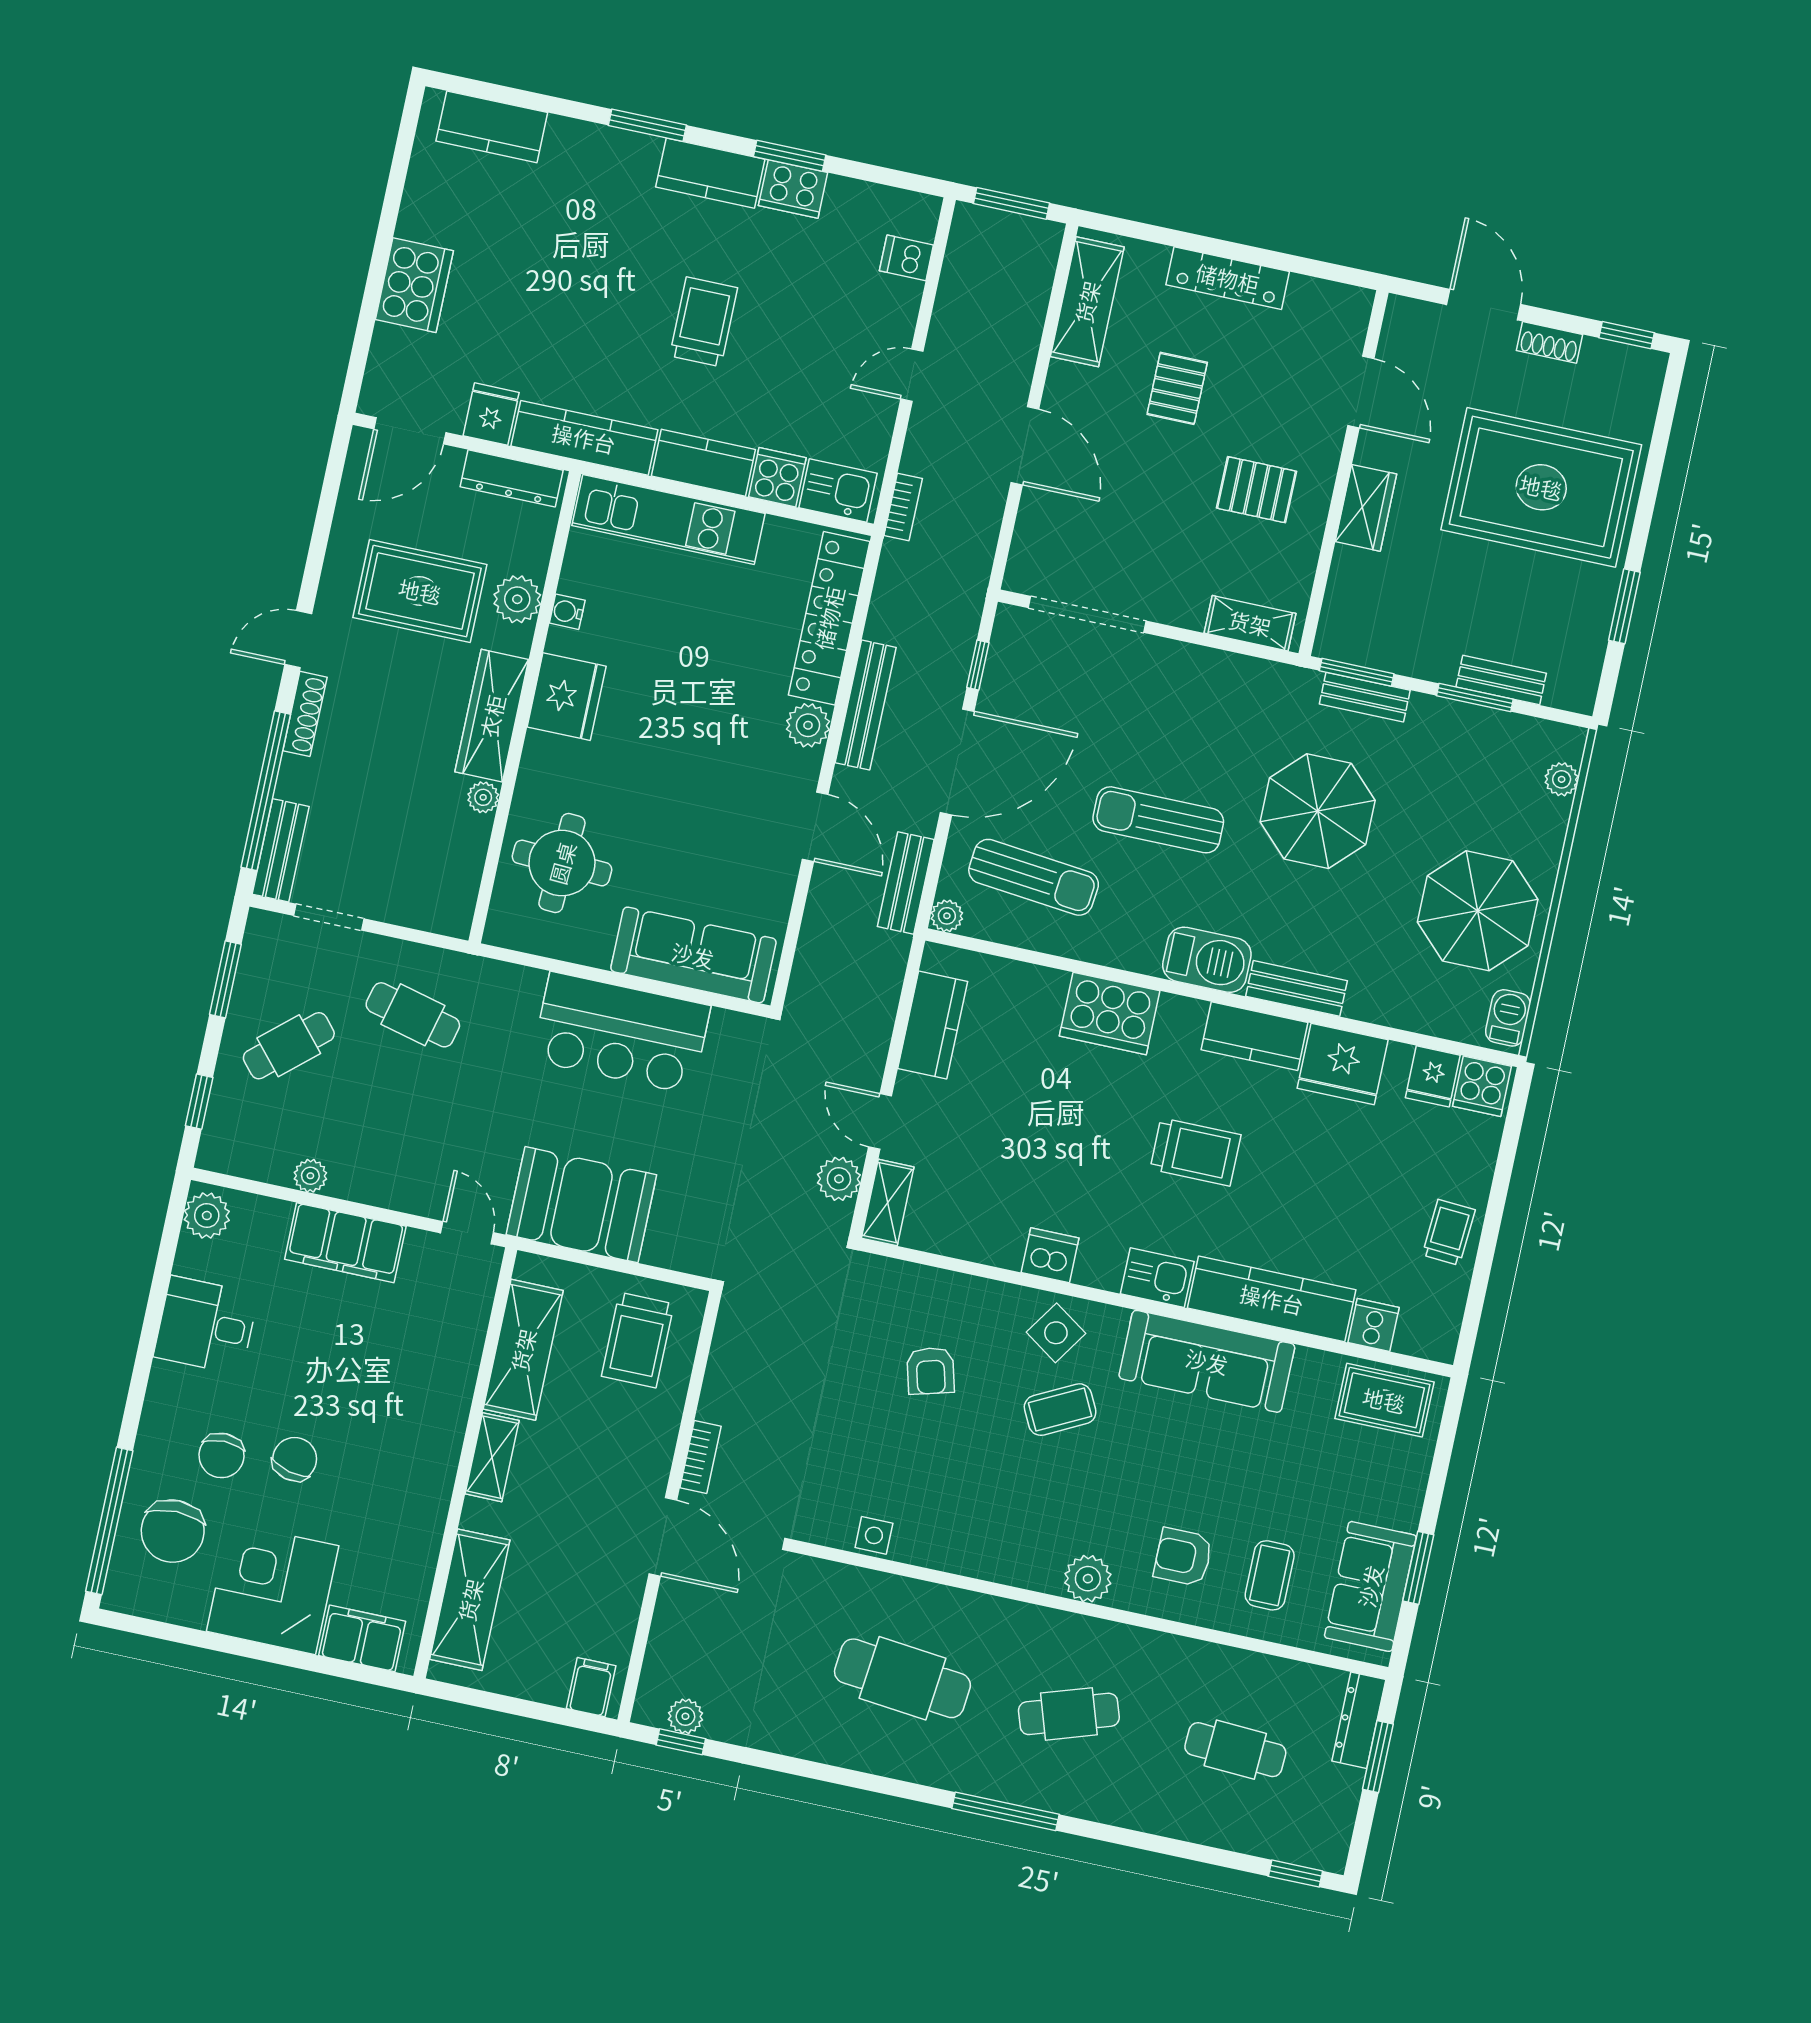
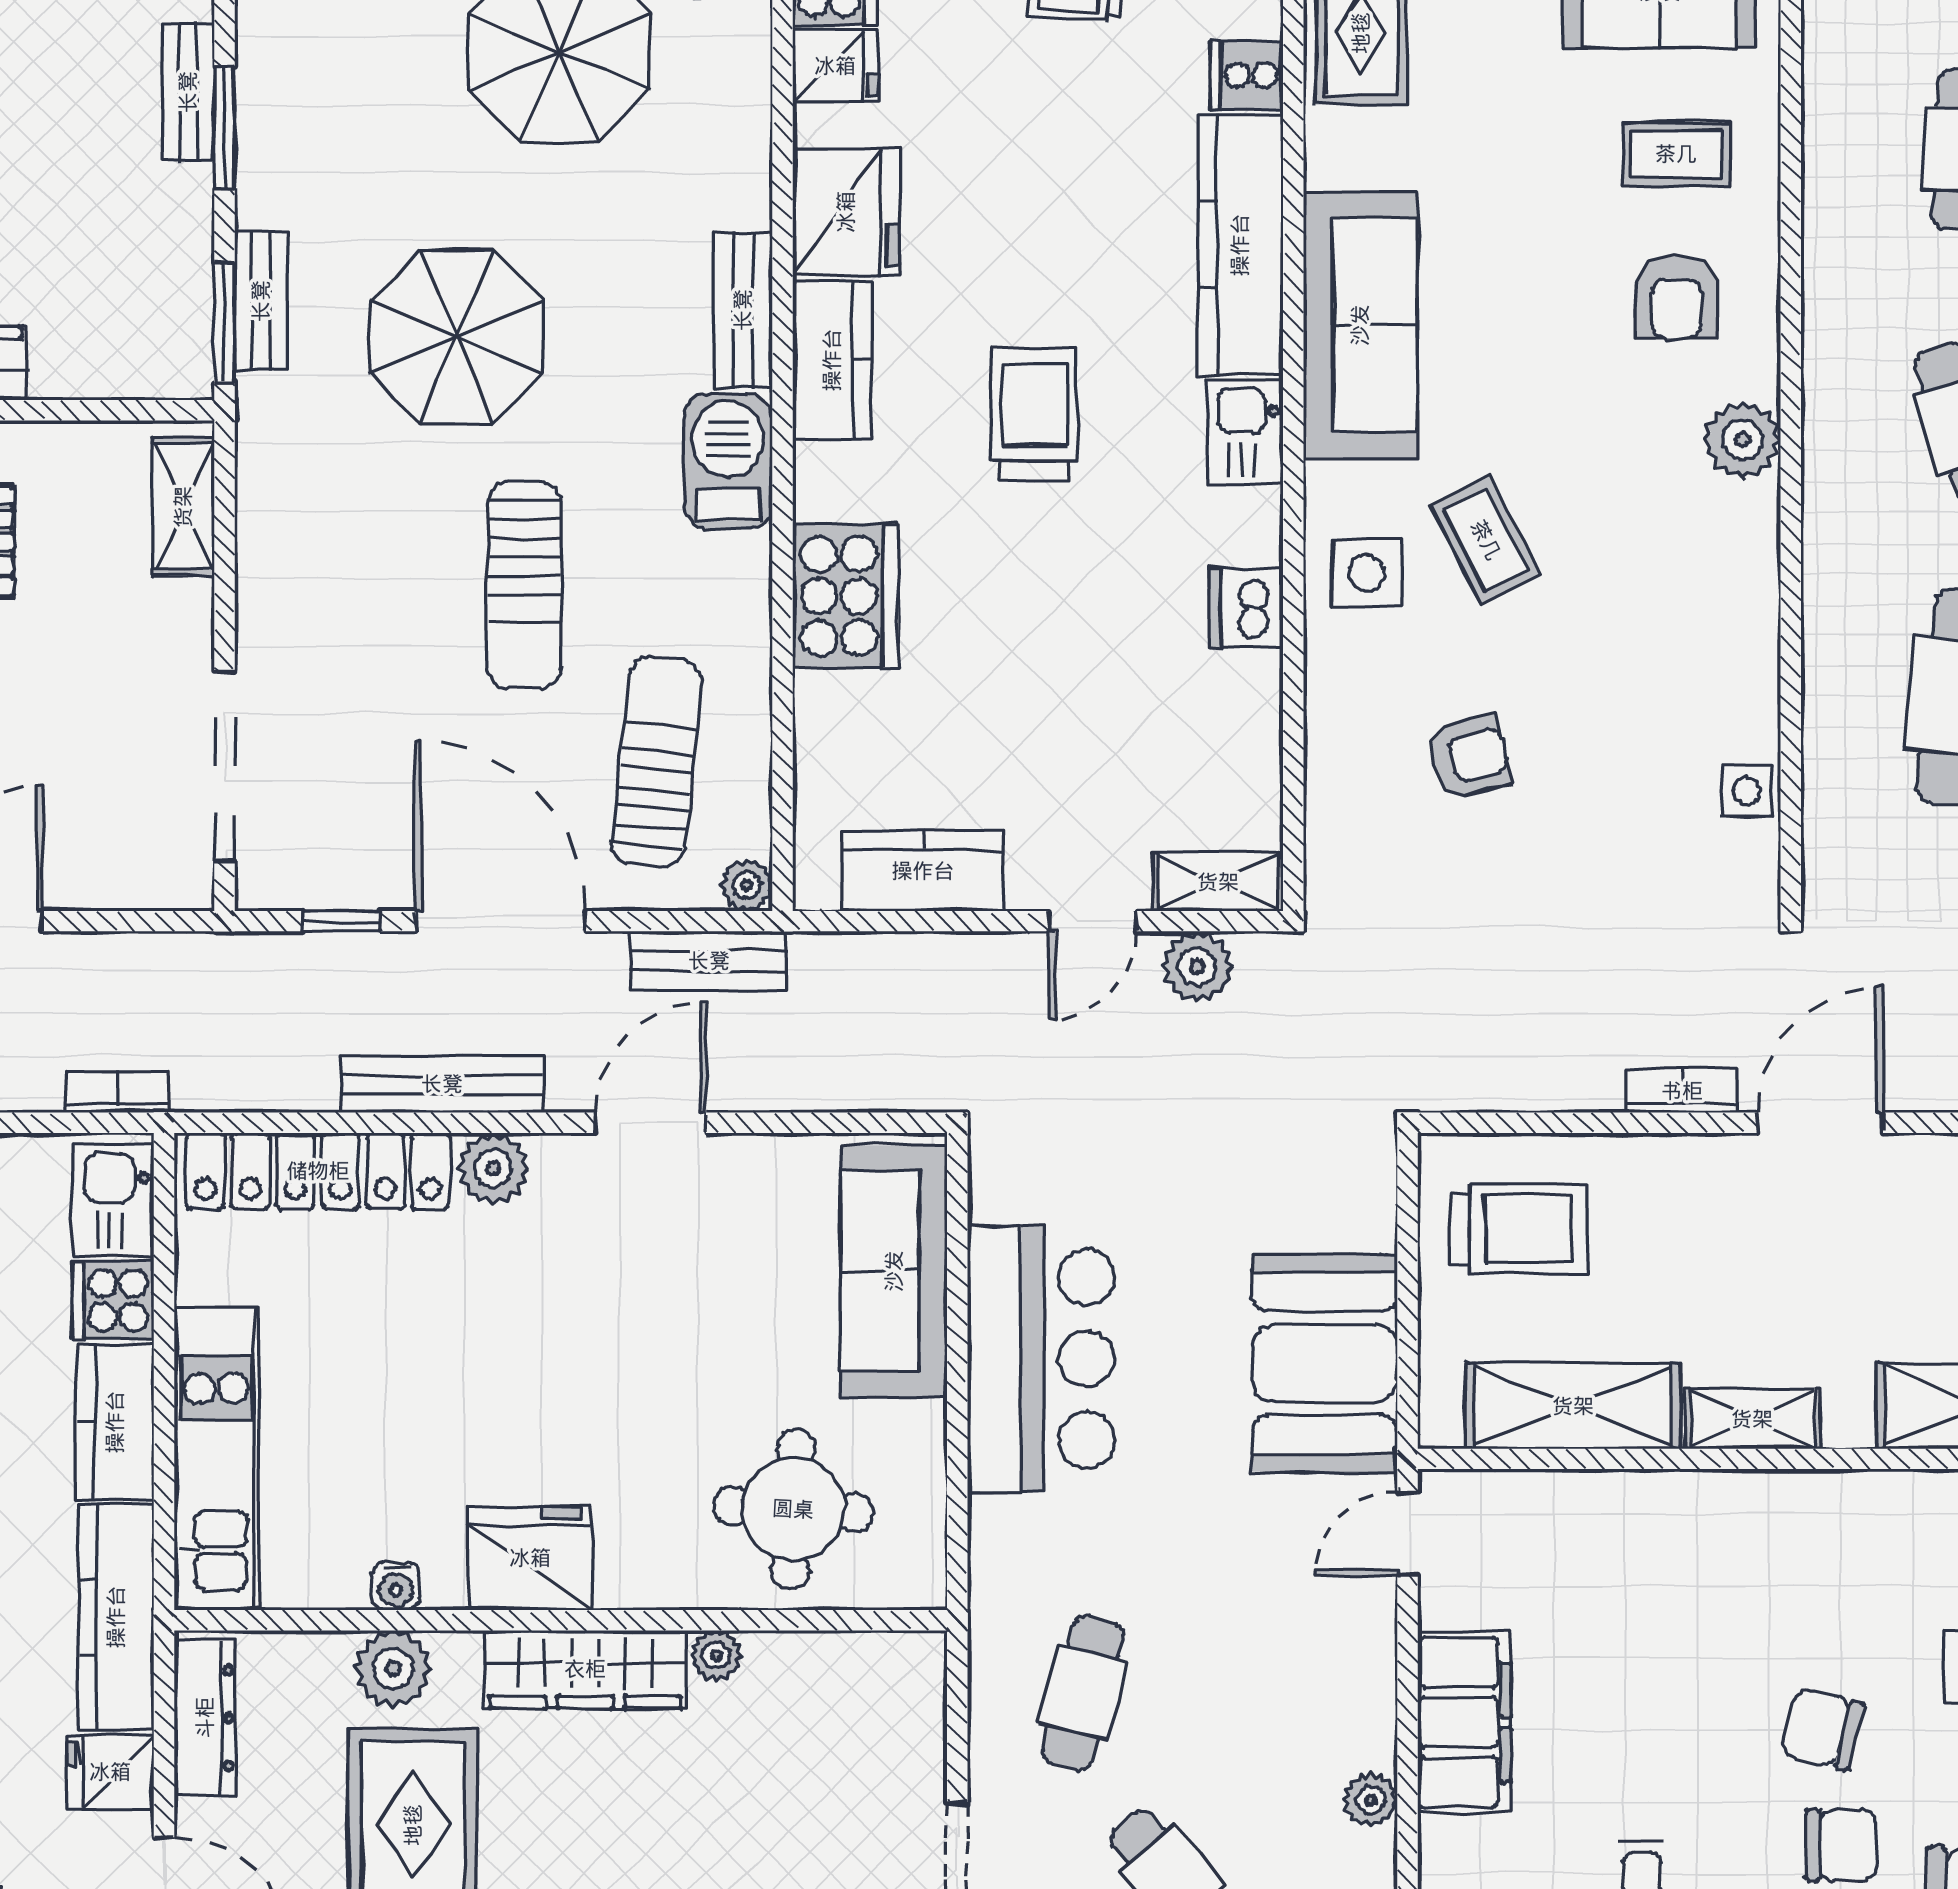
side table: (1056, 1333) -> (1366, 573), turned -34

